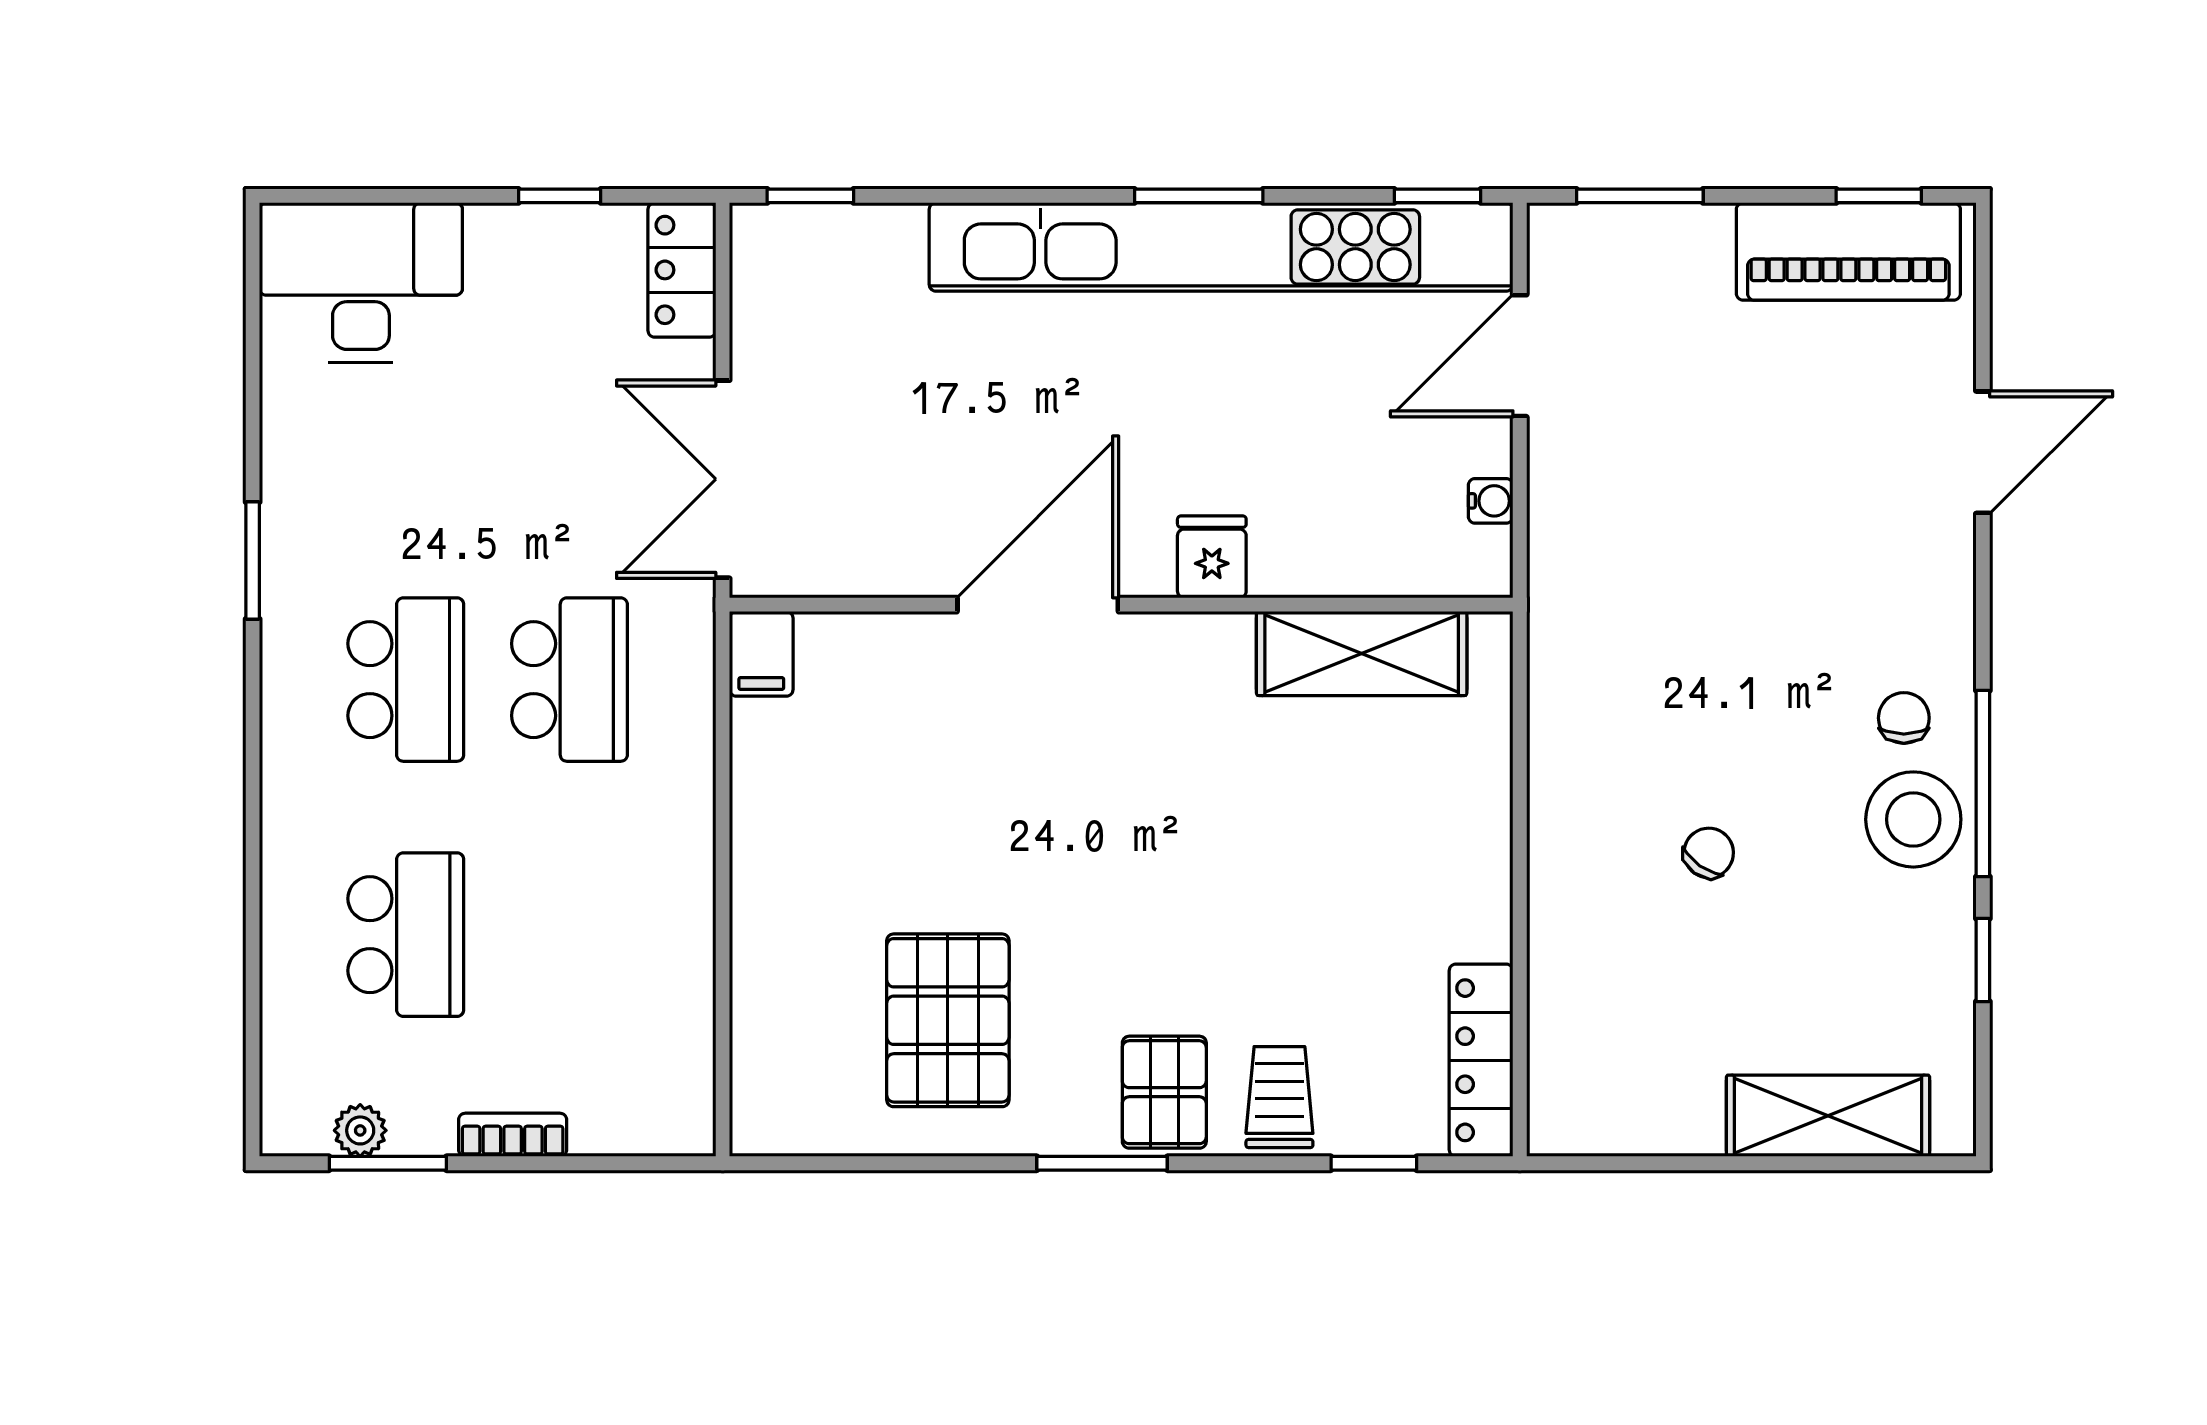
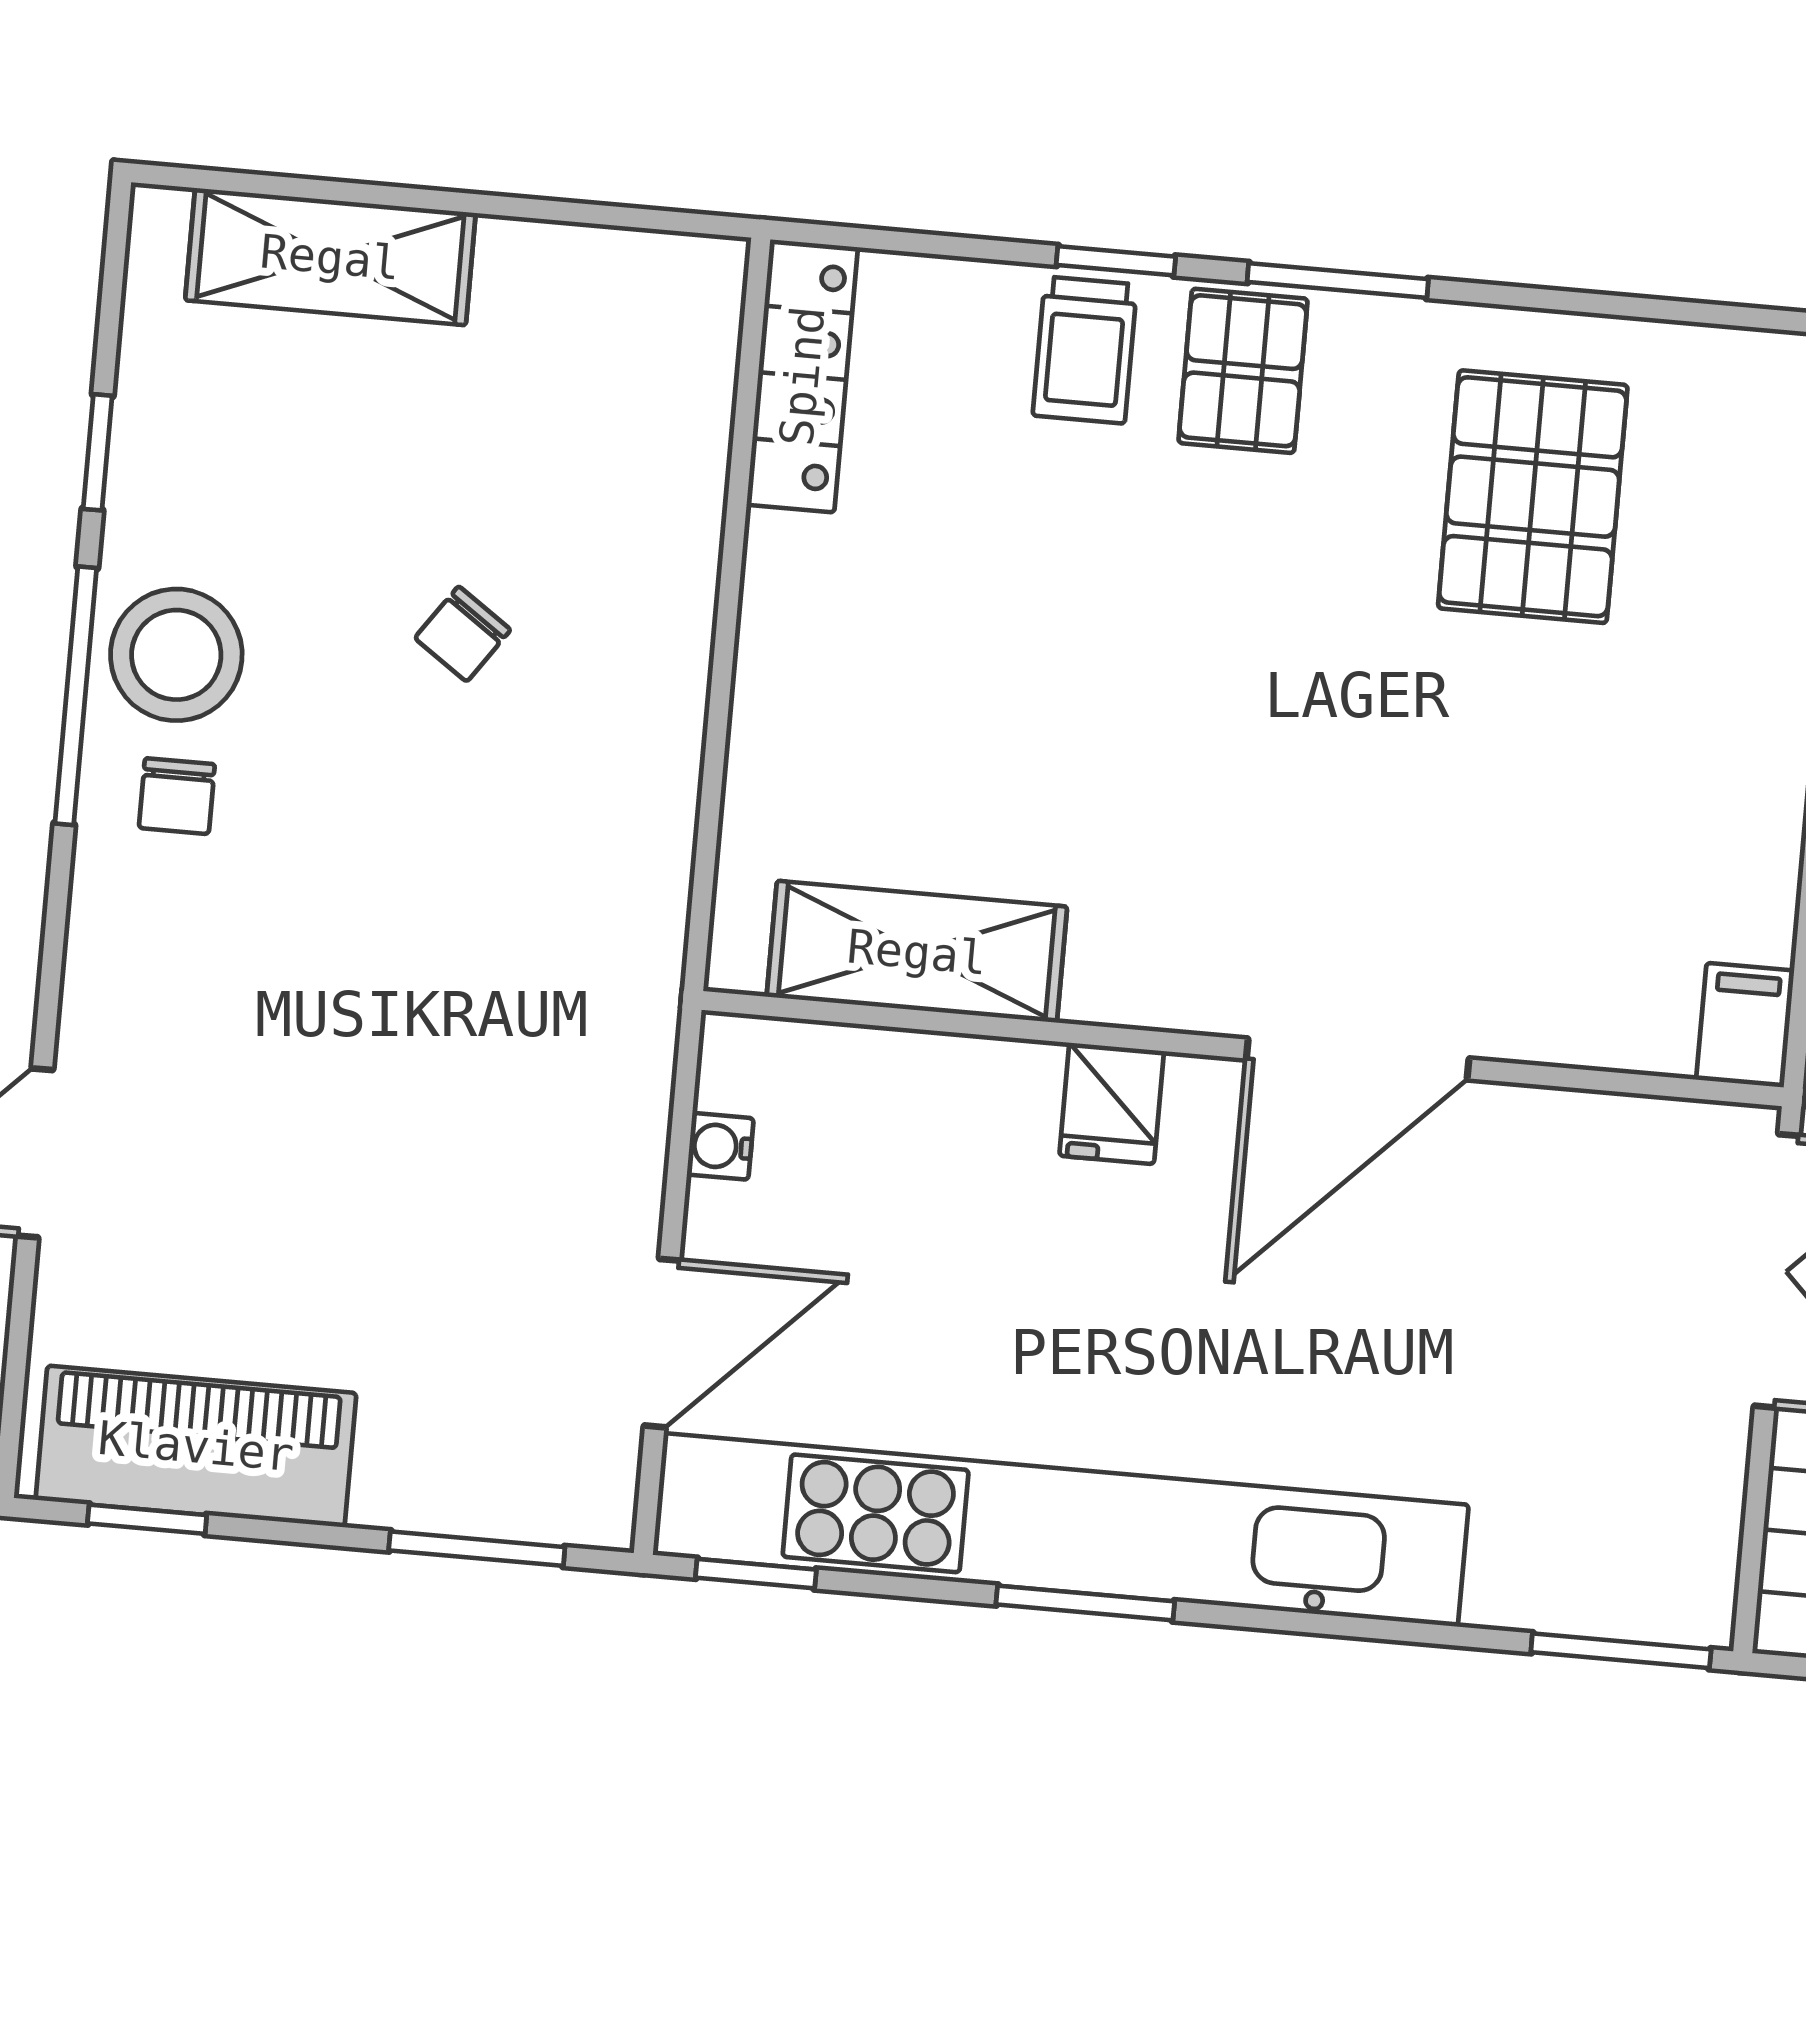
window: (810, 196) -> (1621, 1651), width x1.50
window: (1374, 1163) -> (1116, 261), moved

